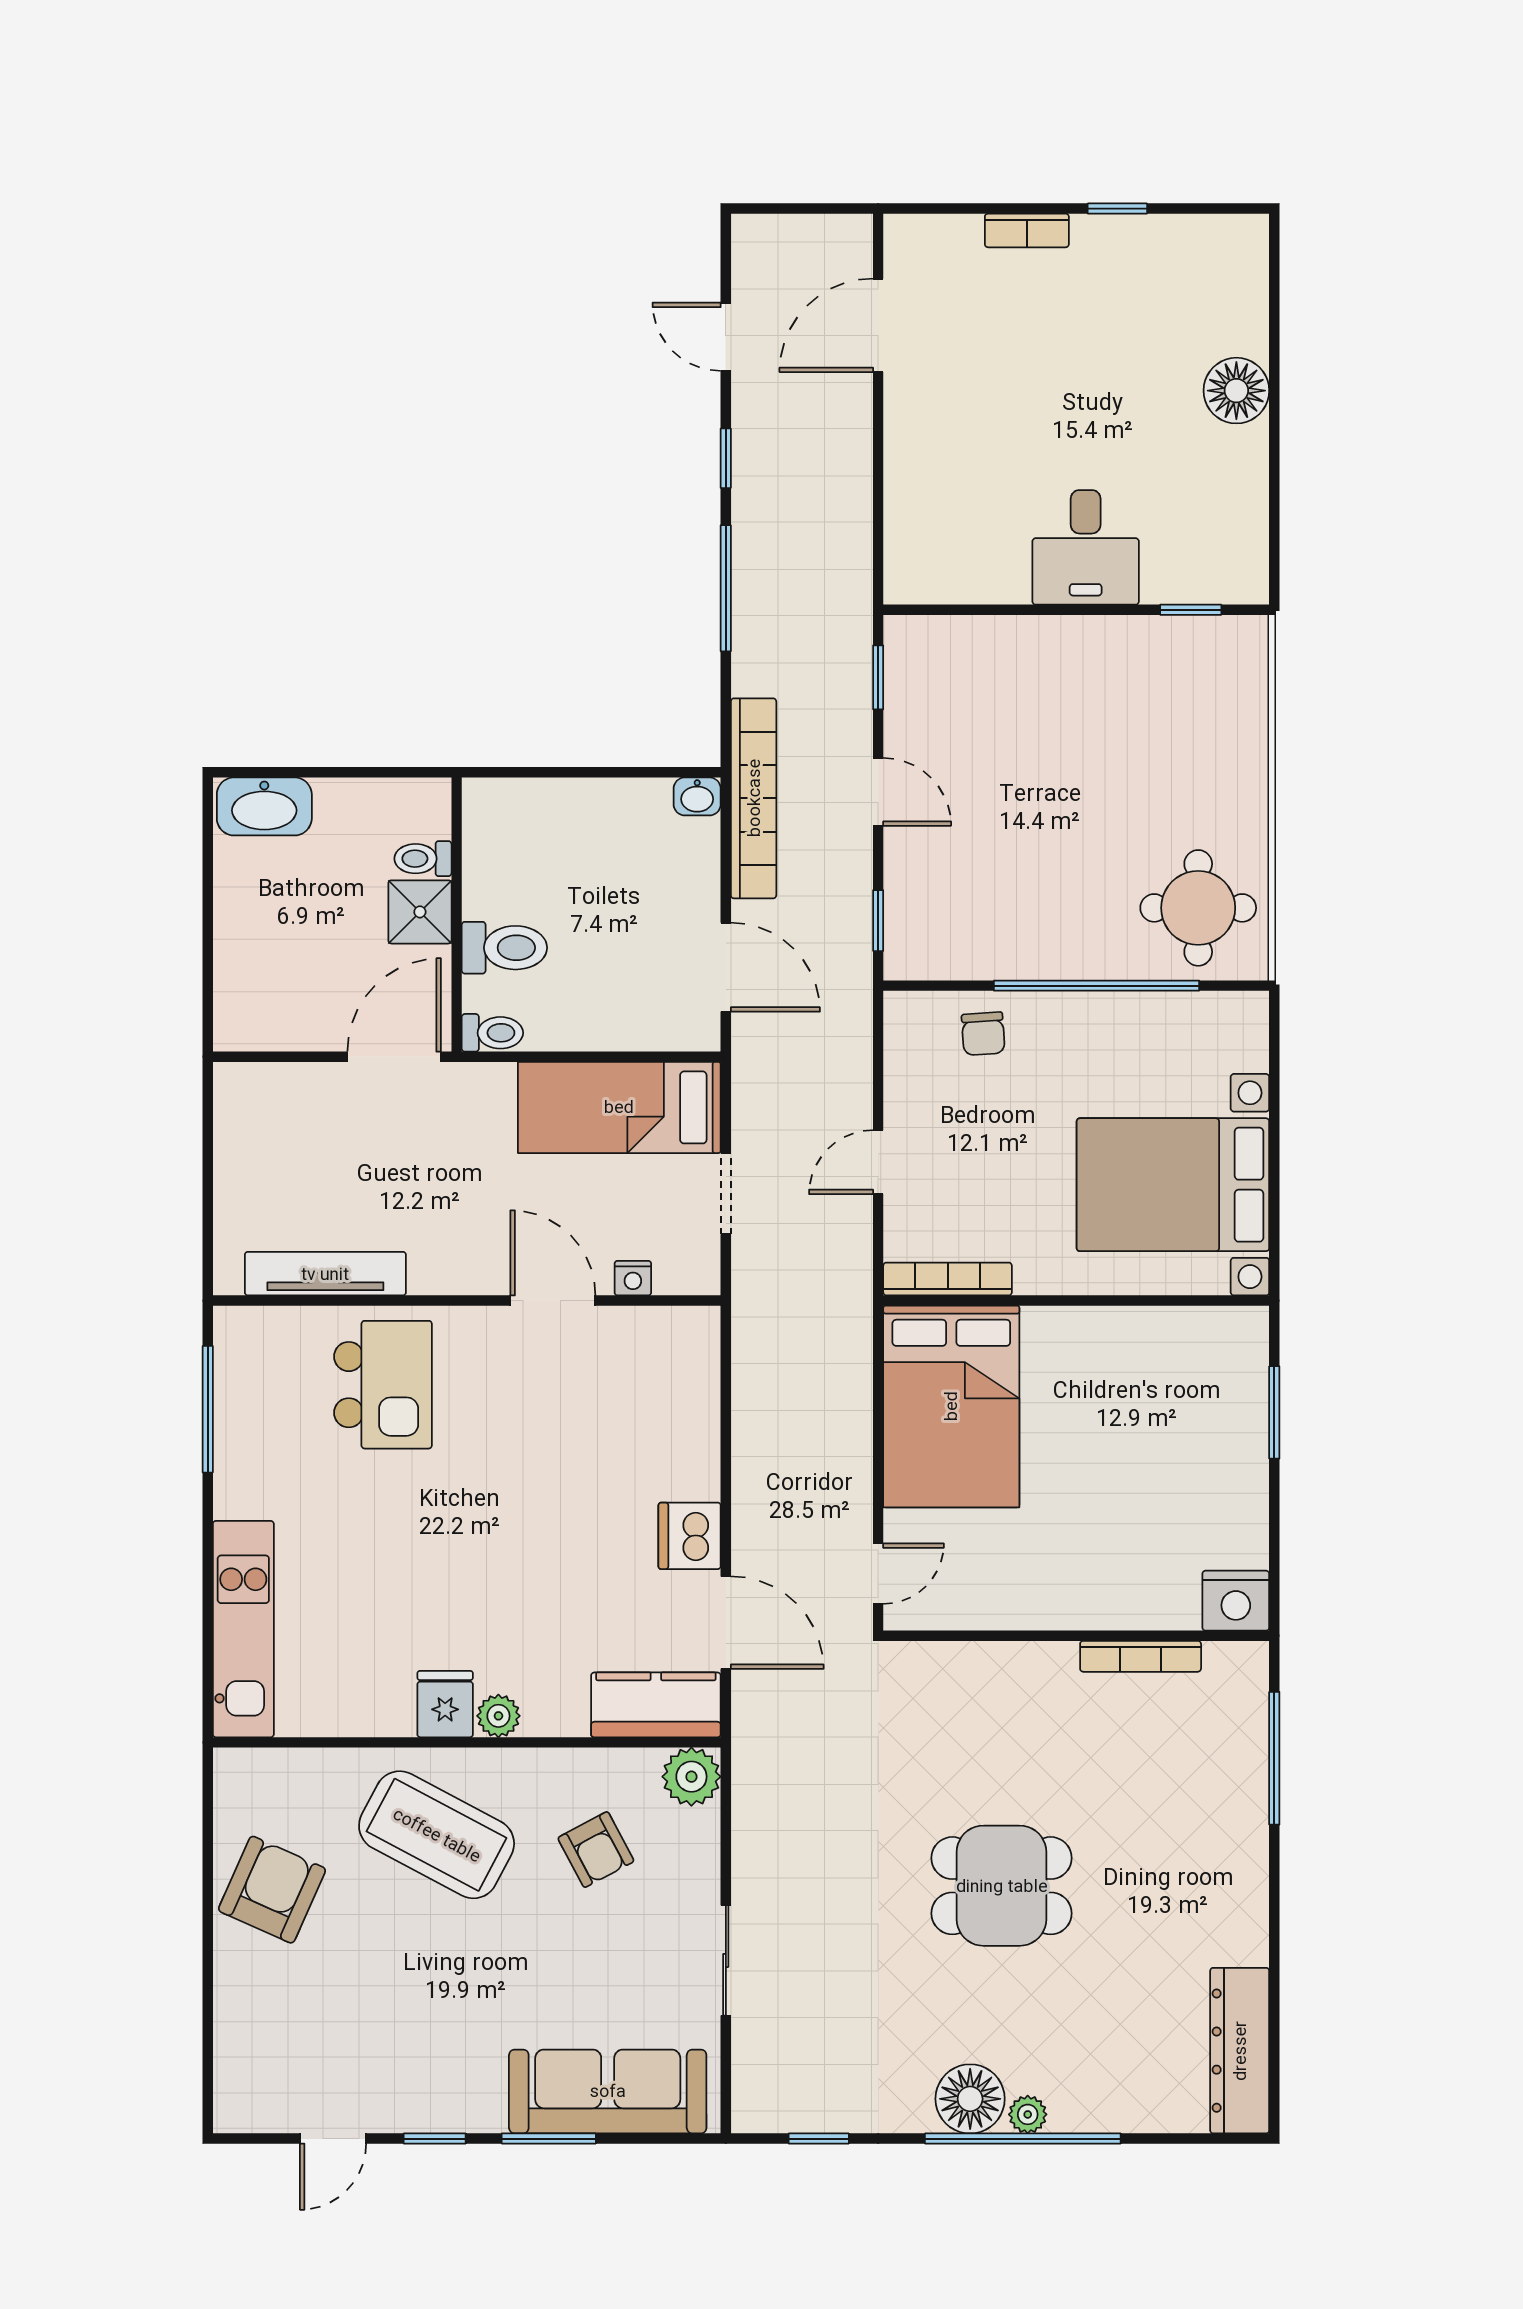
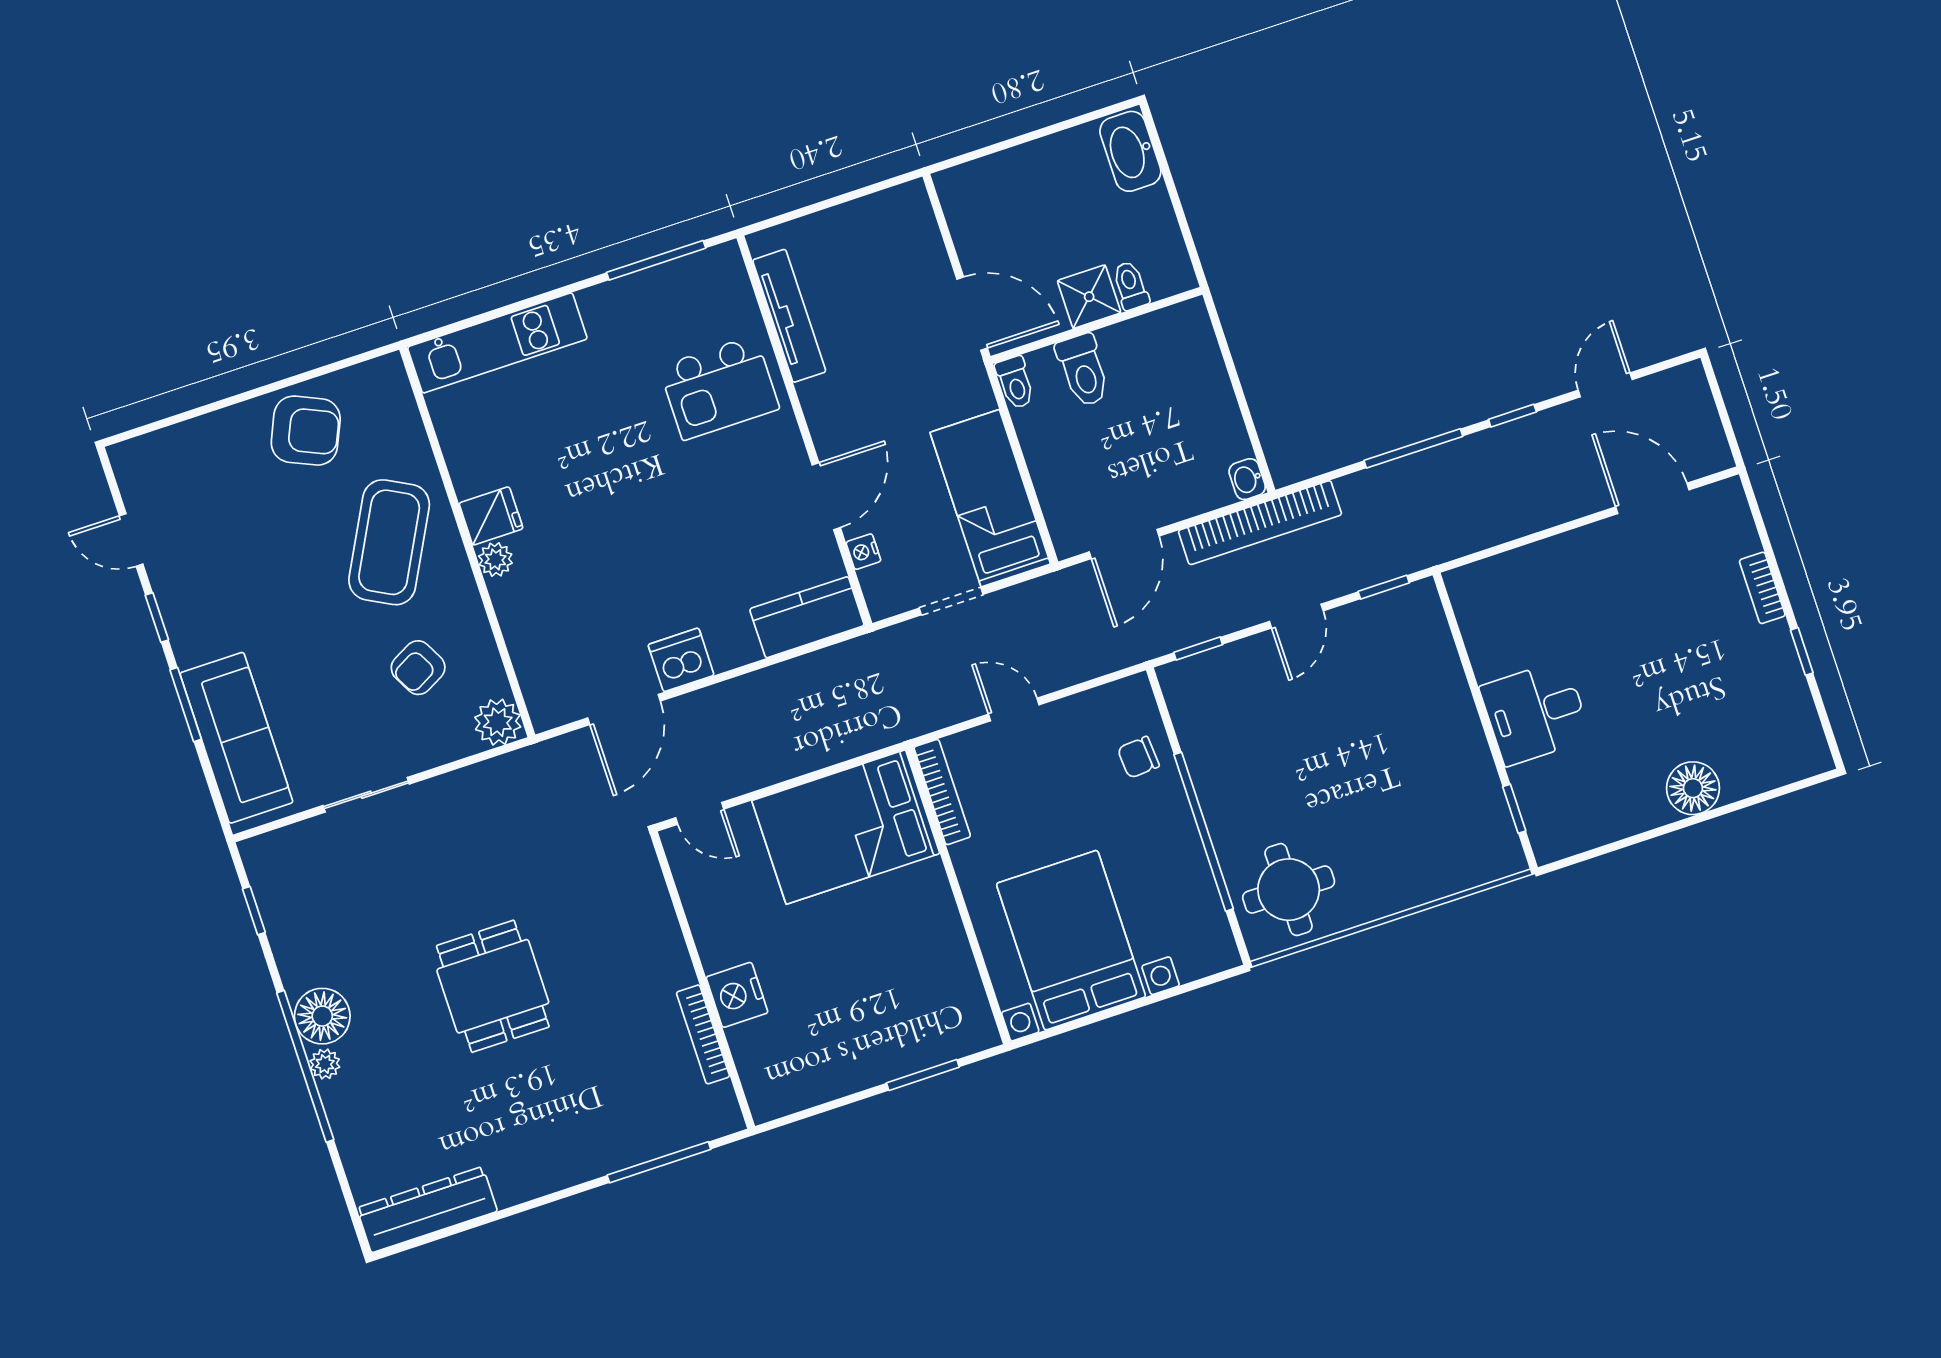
nightstand: (1236, 1601) -> (737, 995), moved
kitchen counter: (656, 1705) -> (807, 617), moved, turned -90

